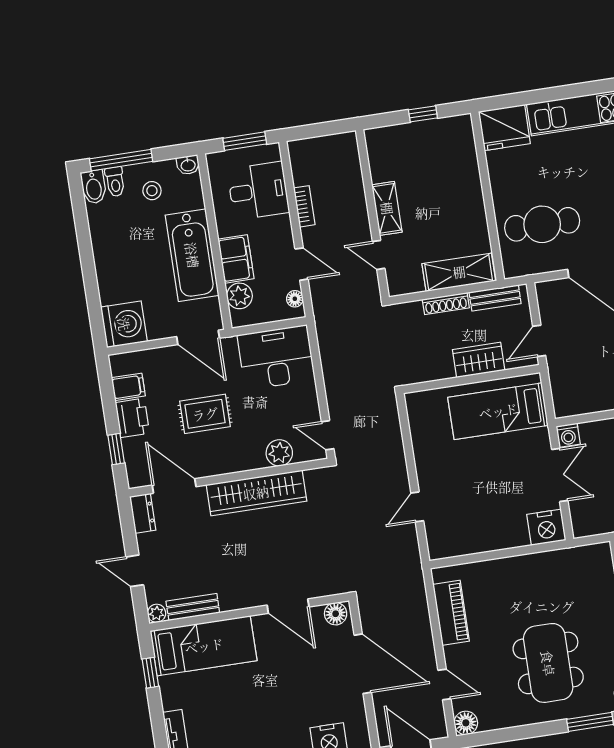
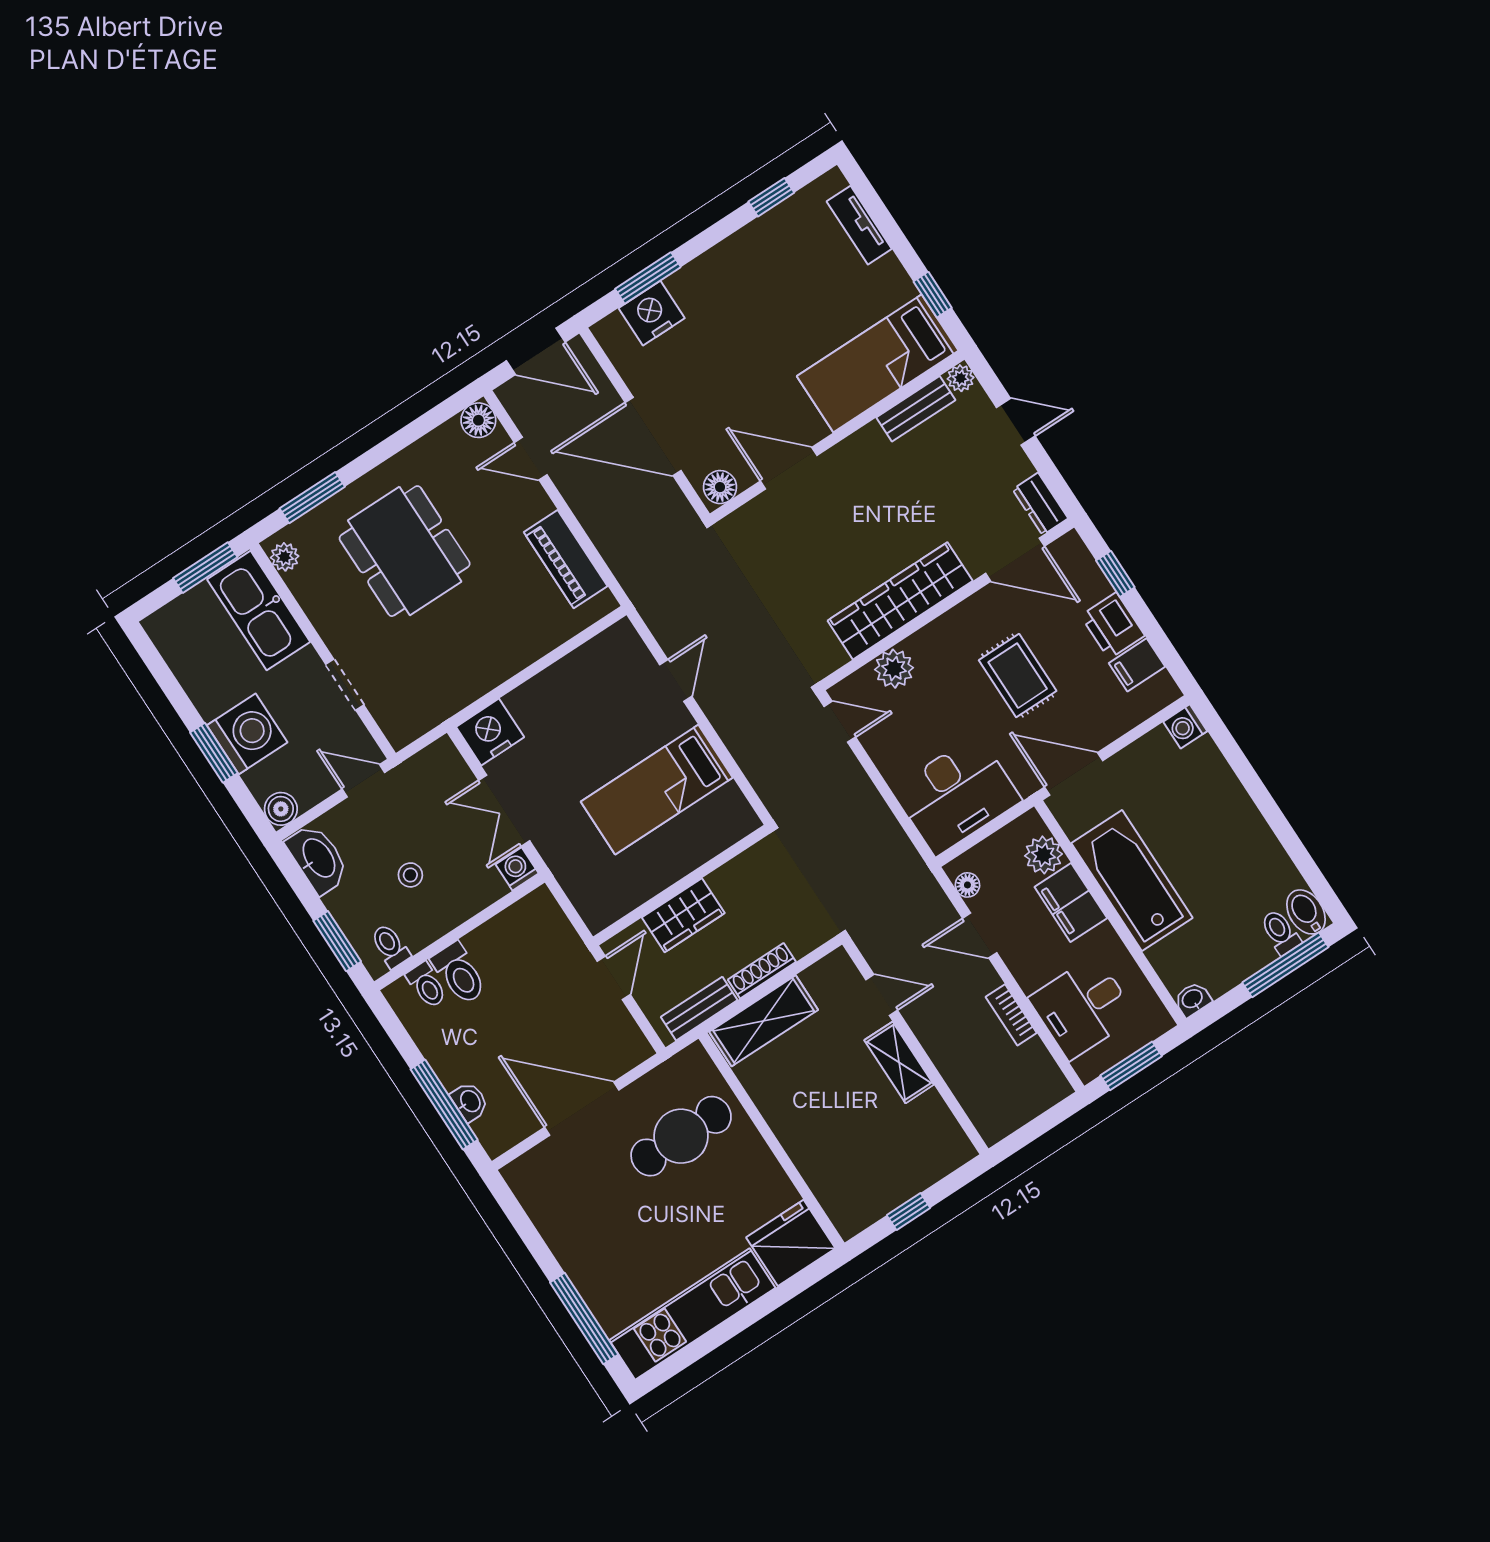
stool: (152, 191) -> (1225, 943), removed
washing machine: (124, 324) -> (1185, 726), width x0.53, depth x0.53
bed: (498, 411) -> (657, 790), moved, turned 180
rug: (205, 414) -> (1018, 676), turned 90

